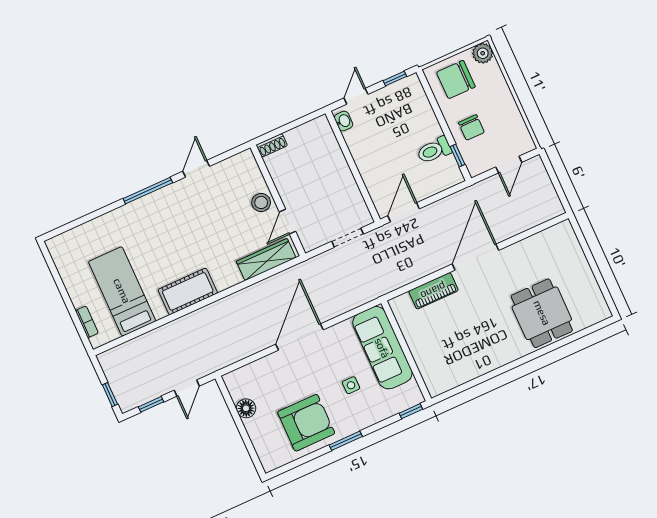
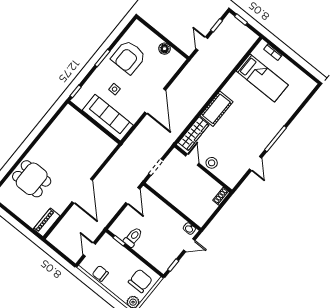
door: (356, 96) -> (189, 245), hinge flipped
chair: (471, 127) -> (100, 273), moved
cot: (188, 291) -> (216, 109), moved
piano: (433, 291) -> (47, 222), moved

